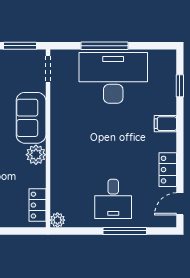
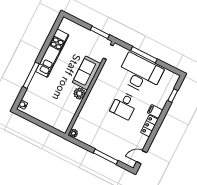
locker: (168, 170) -> (149, 126), moved
desk: (113, 199) -> (124, 105), moved
locker: (38, 205) -> (67, 120), removed

